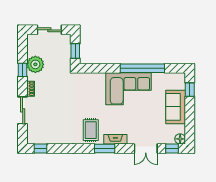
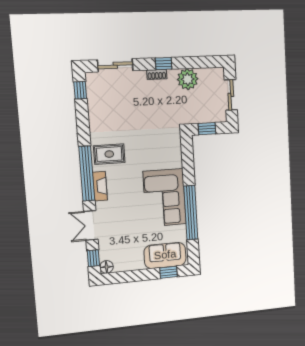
window: (23, 70) -> (164, 64), moved
sofa: (176, 107) -> (165, 255), moved
sliding door: (23, 110) -> (115, 65), moved
window: (105, 149) -> (87, 174), width x2.11

